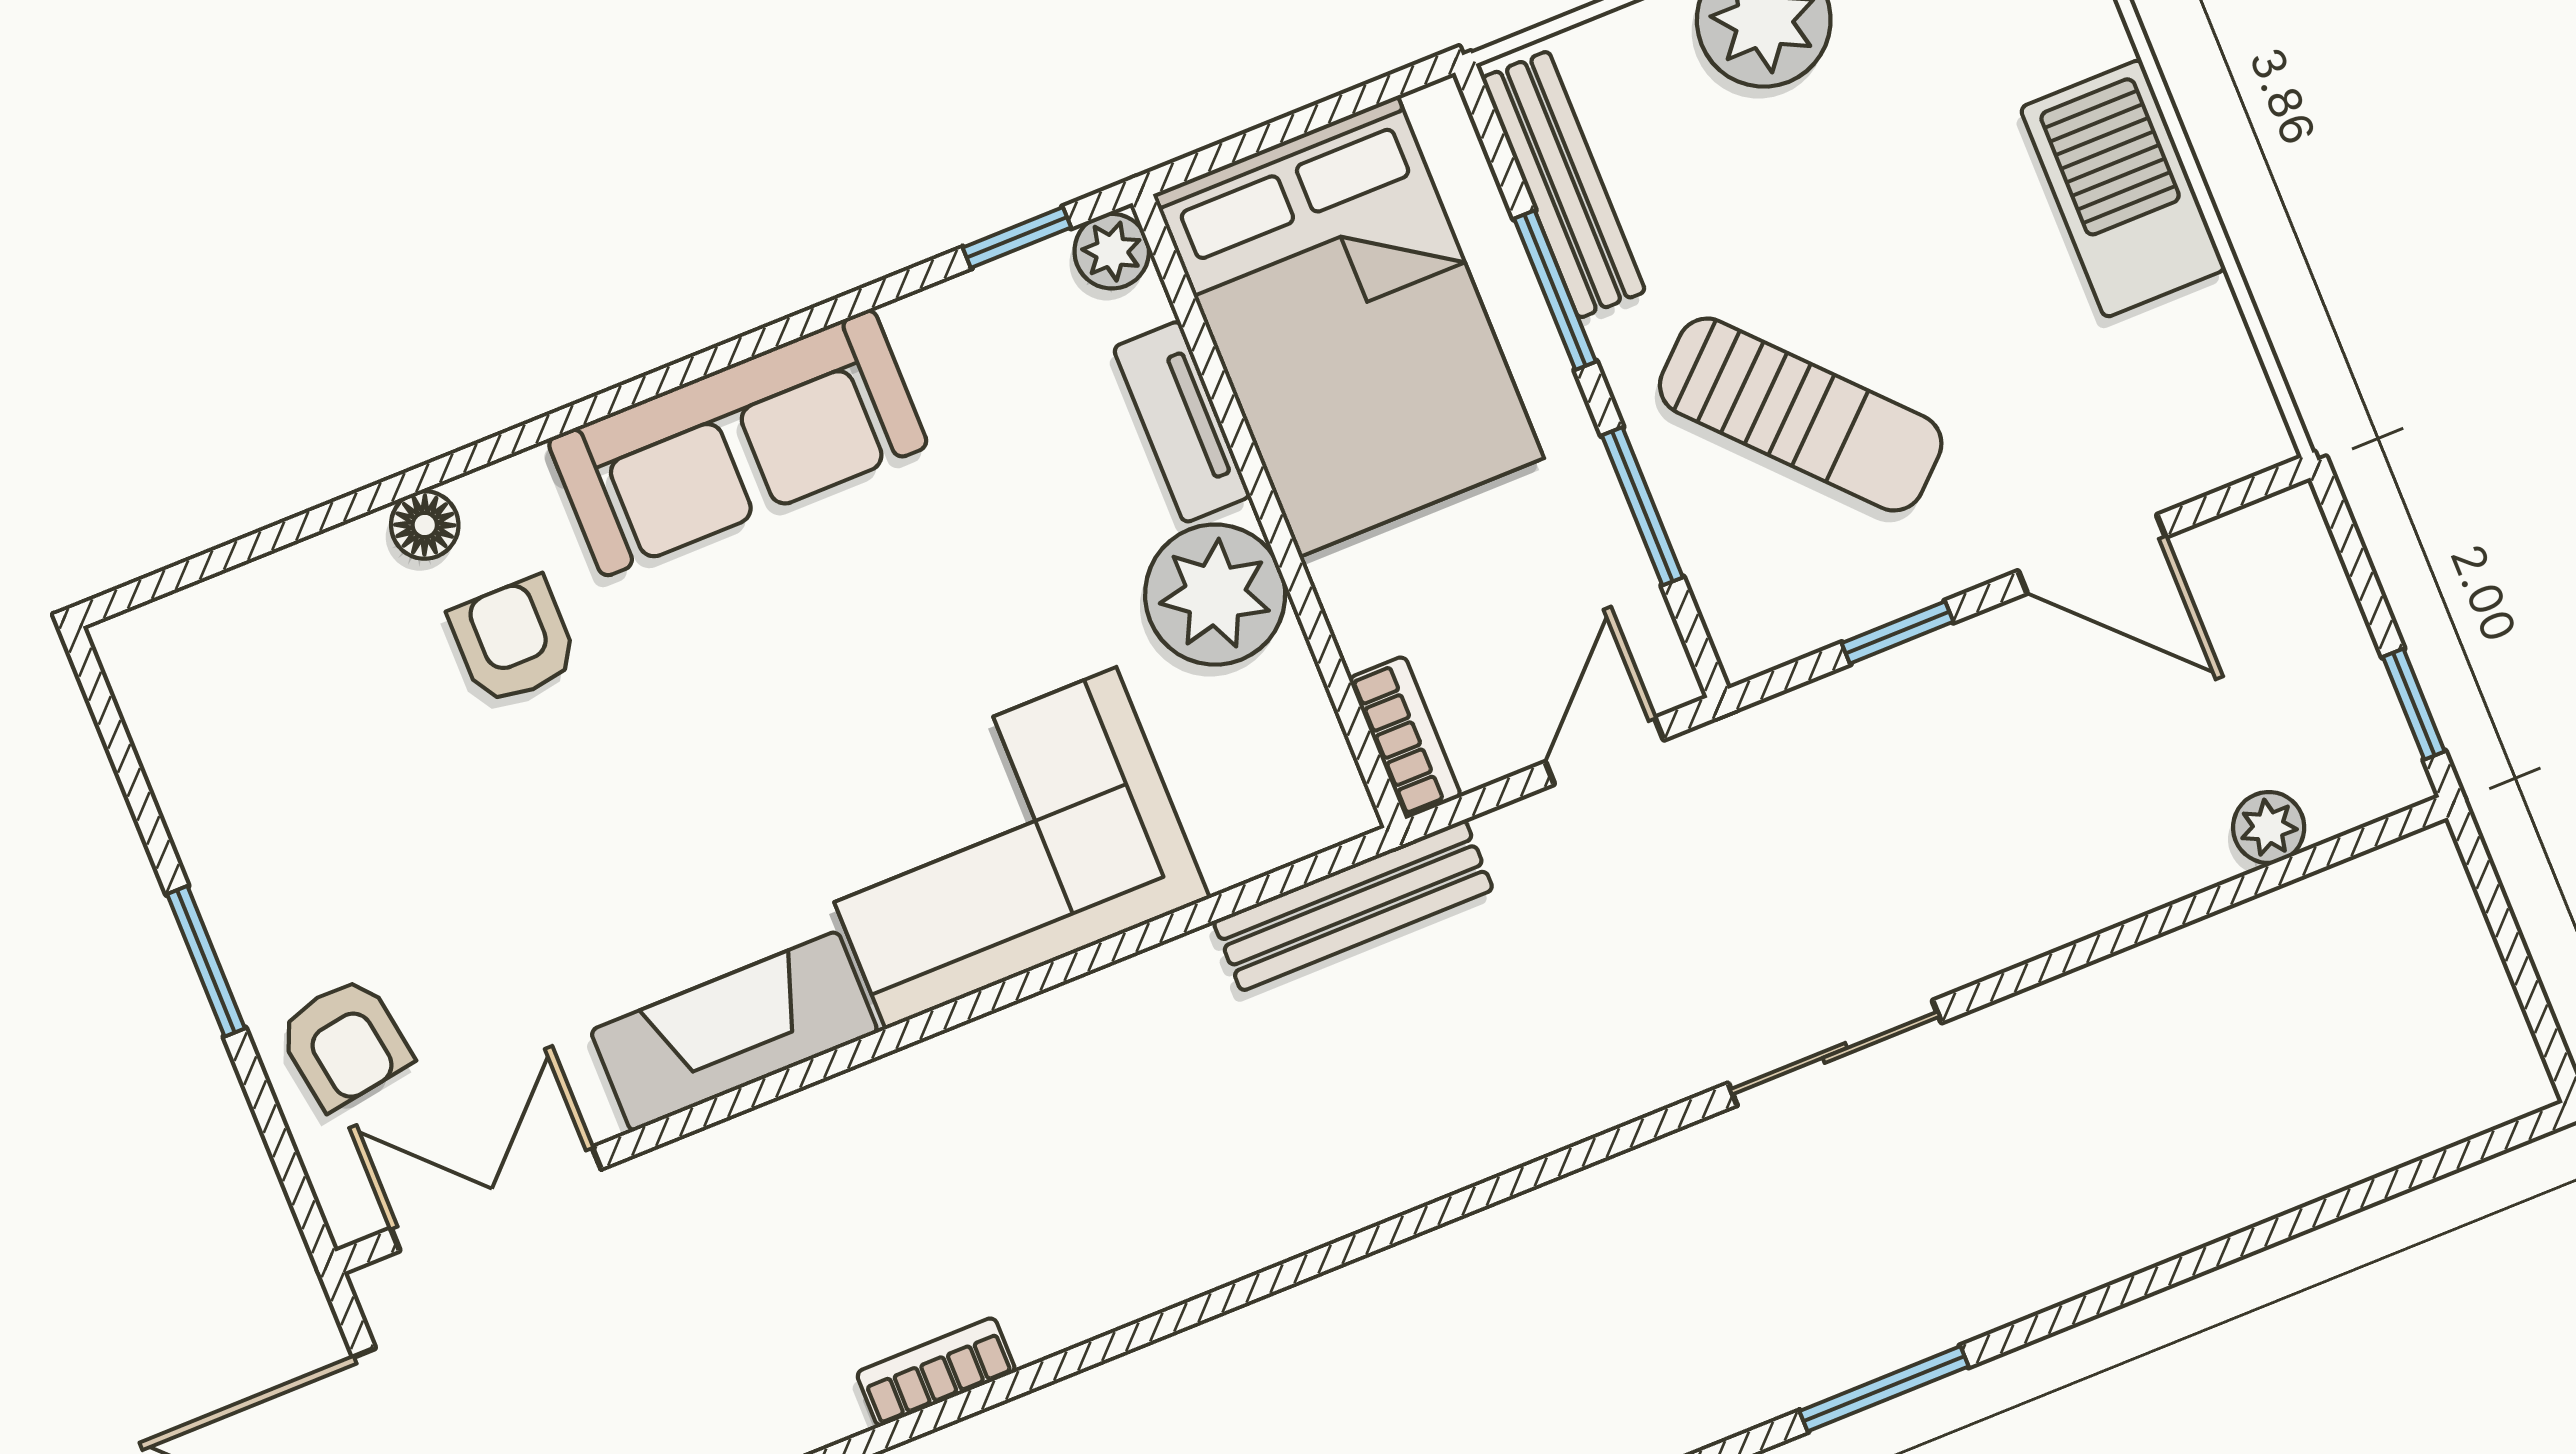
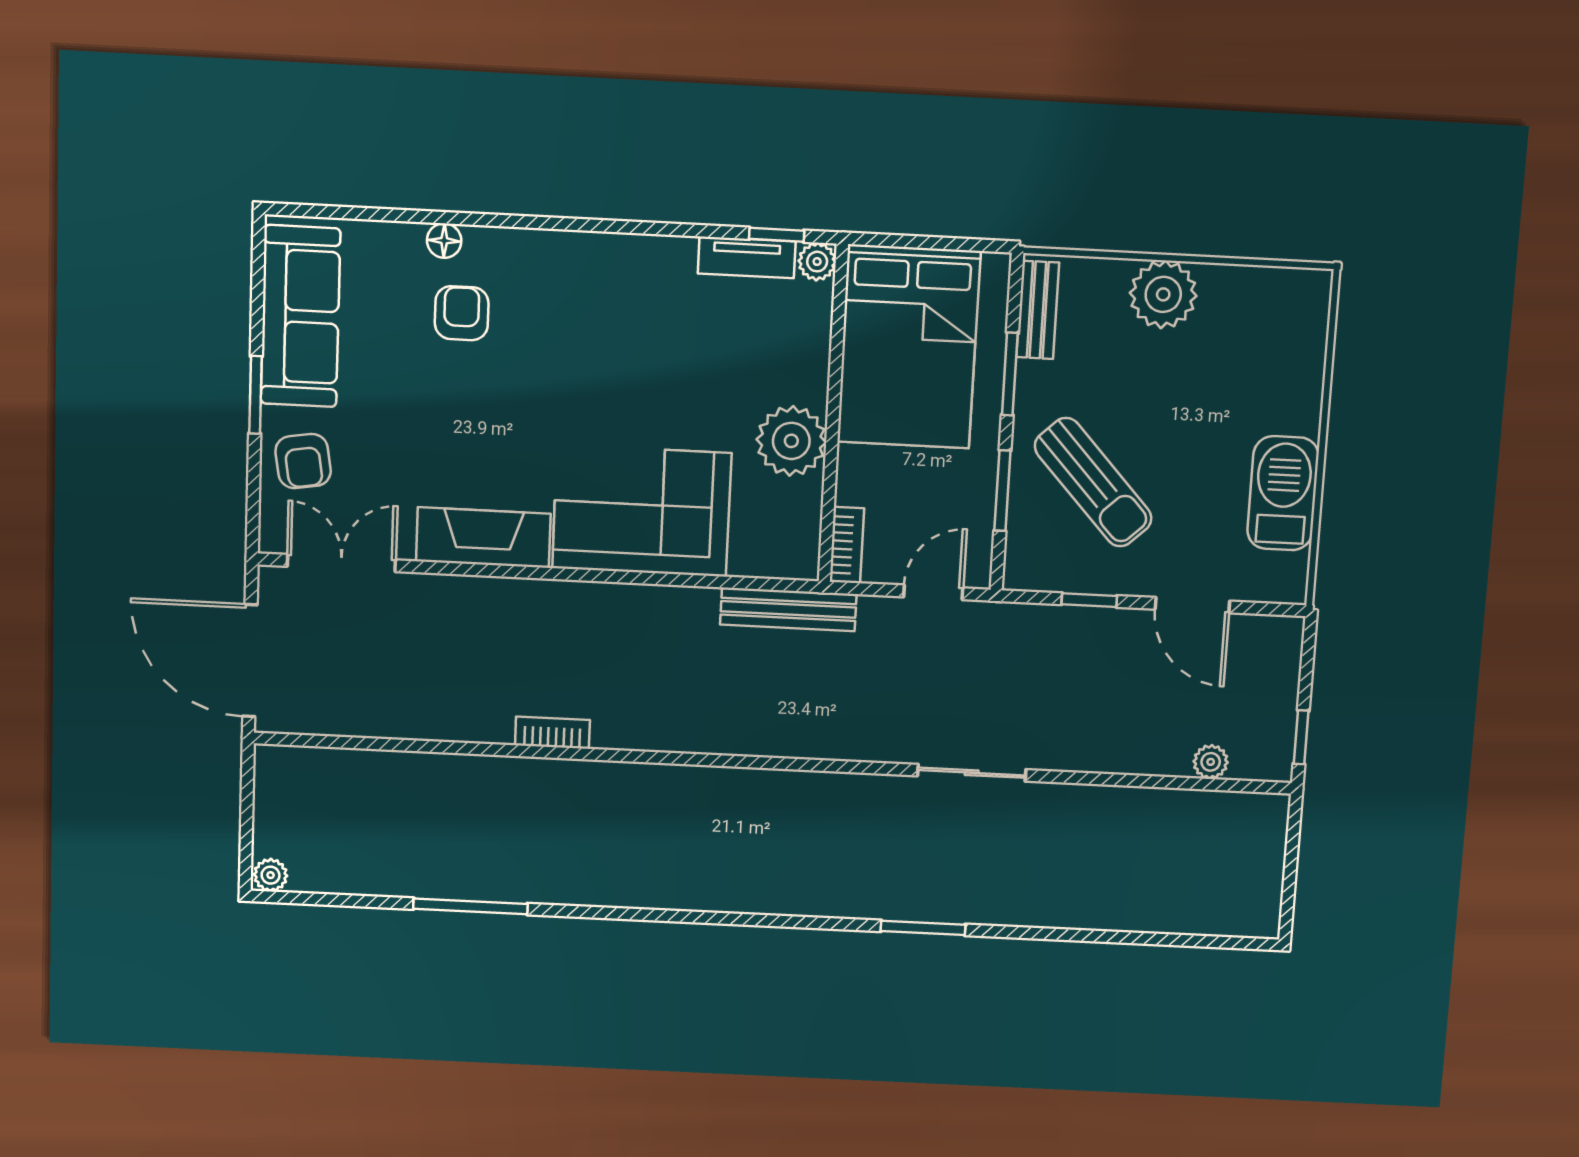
bench: (1563, 185) -> (1038, 310), width x0.73
barbecue: (2123, 189) -> (1283, 493), moved
tv unit: (1182, 422) -> (747, 257), moved, turned -90
sofa: (738, 443) -> (300, 316), moved, turned -90
bookcase: (936, 1372) -> (552, 733), moved

